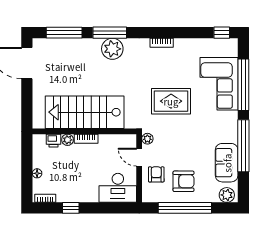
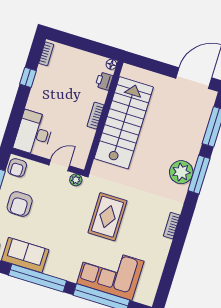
window: (222, 33) -> (163, 292), removed
plant: (68, 140) -> (100, 96), removed
floor lamp: (37, 173) -> (111, 64), moved
armchair: (156, 174) -> (17, 168), moved, turned 90

